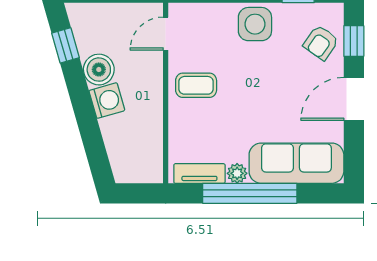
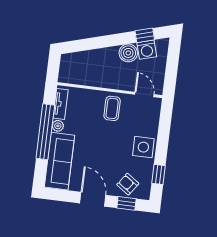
washing machine: (107, 101) -> (147, 50), moved

